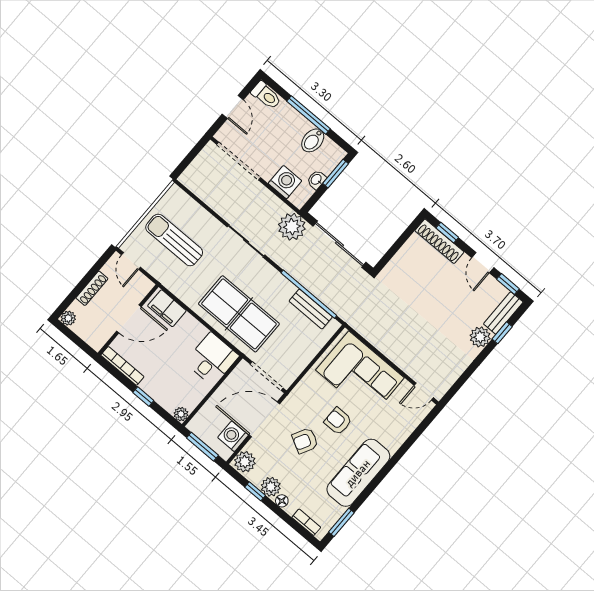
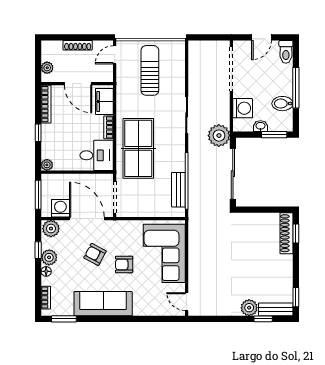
door: (483, 263) -> (296, 271), removed
plant: (68, 318) -> (47, 68), moved
bookcase: (195, 325) -> (109, 127), added
armchair: (338, 421) -> (124, 264), turned -90

